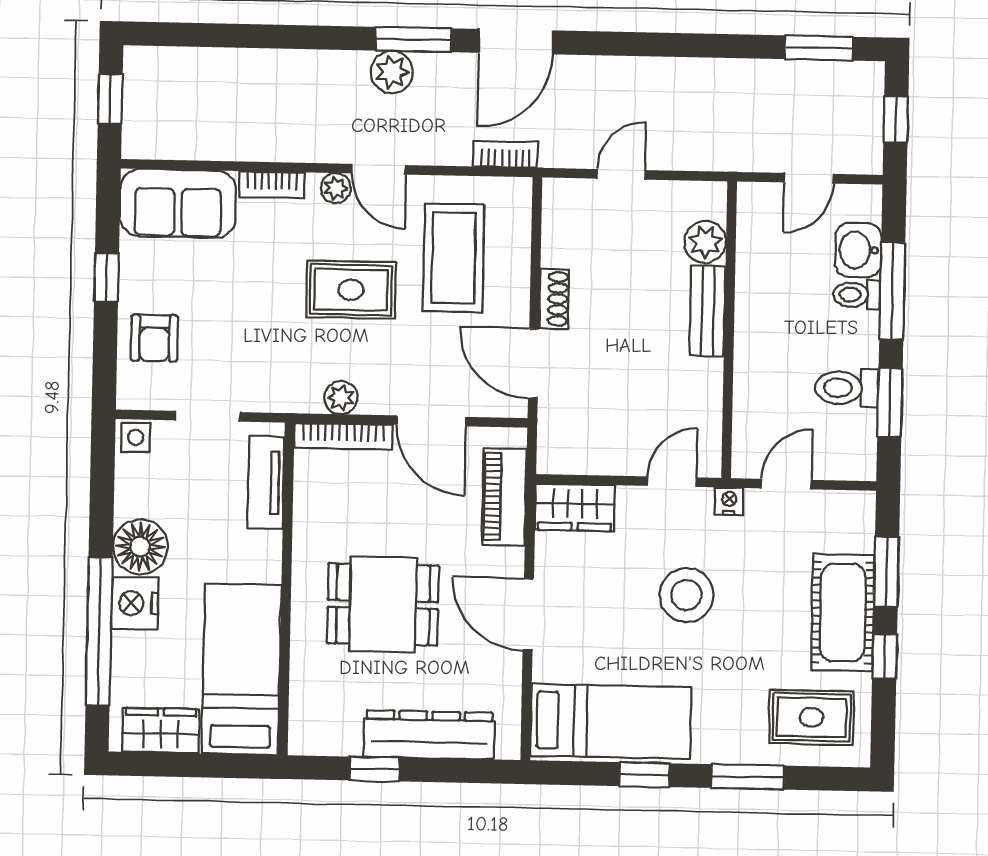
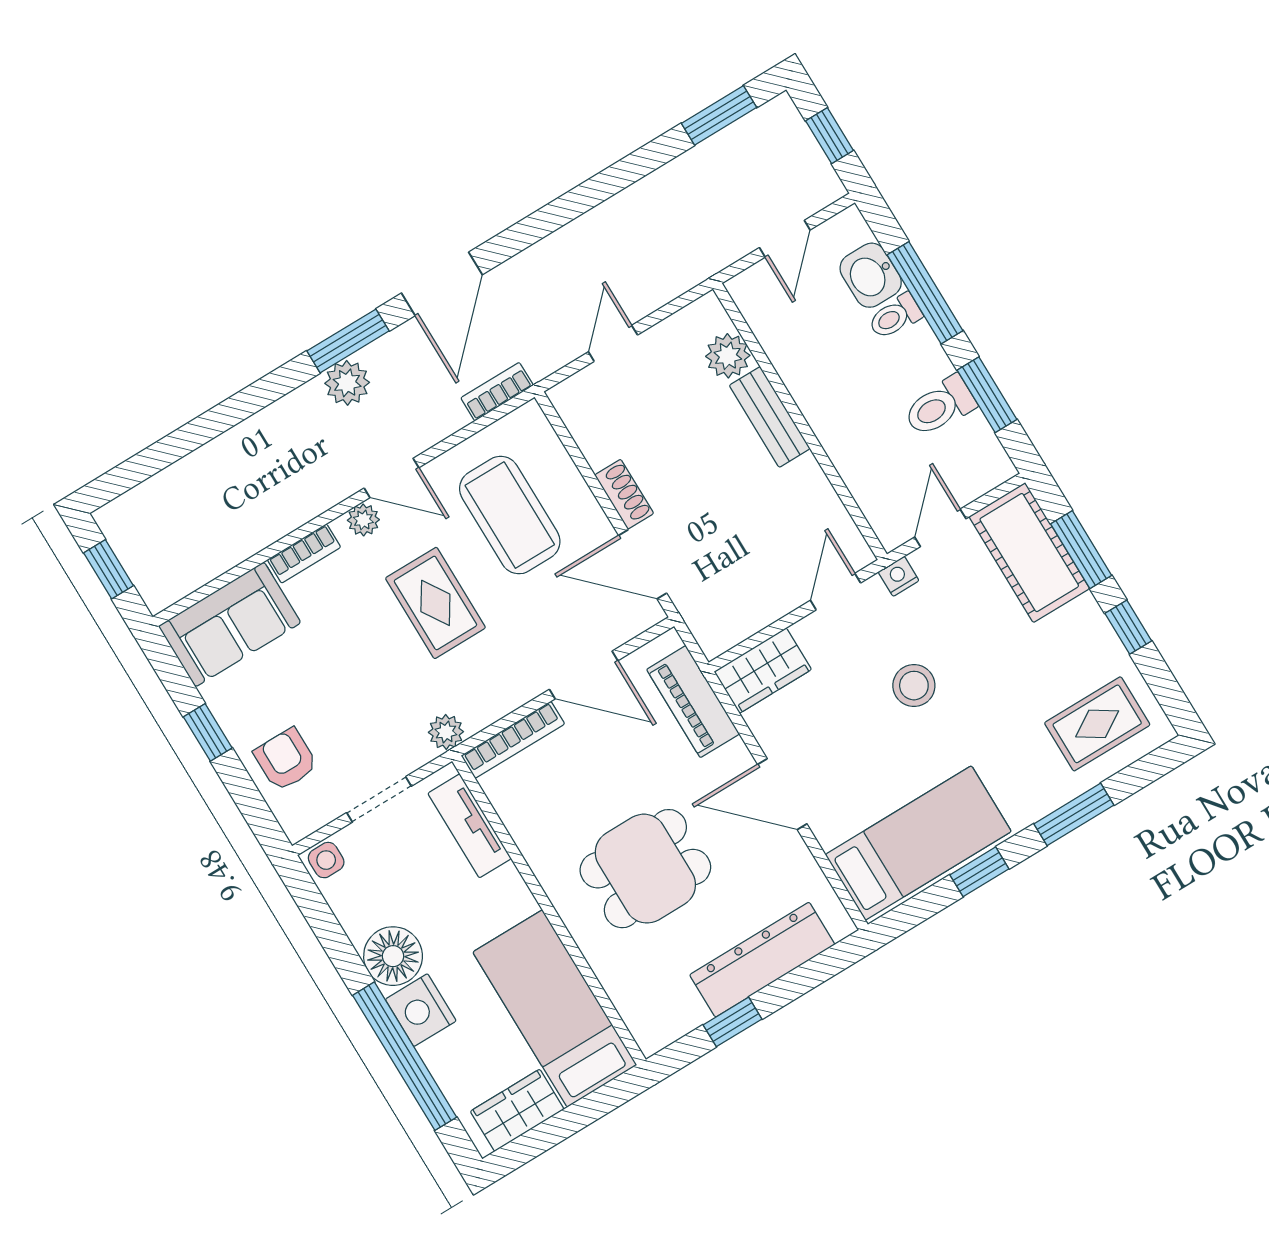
rug: (351, 290) -> (435, 603), turned 90
armchair: (154, 338) -> (286, 760), turned 180
plant: (341, 398) -> (446, 732), moved
stool: (686, 595) -> (914, 686), width x0.73, depth x0.73
cot: (843, 613) -> (1029, 553), moved

